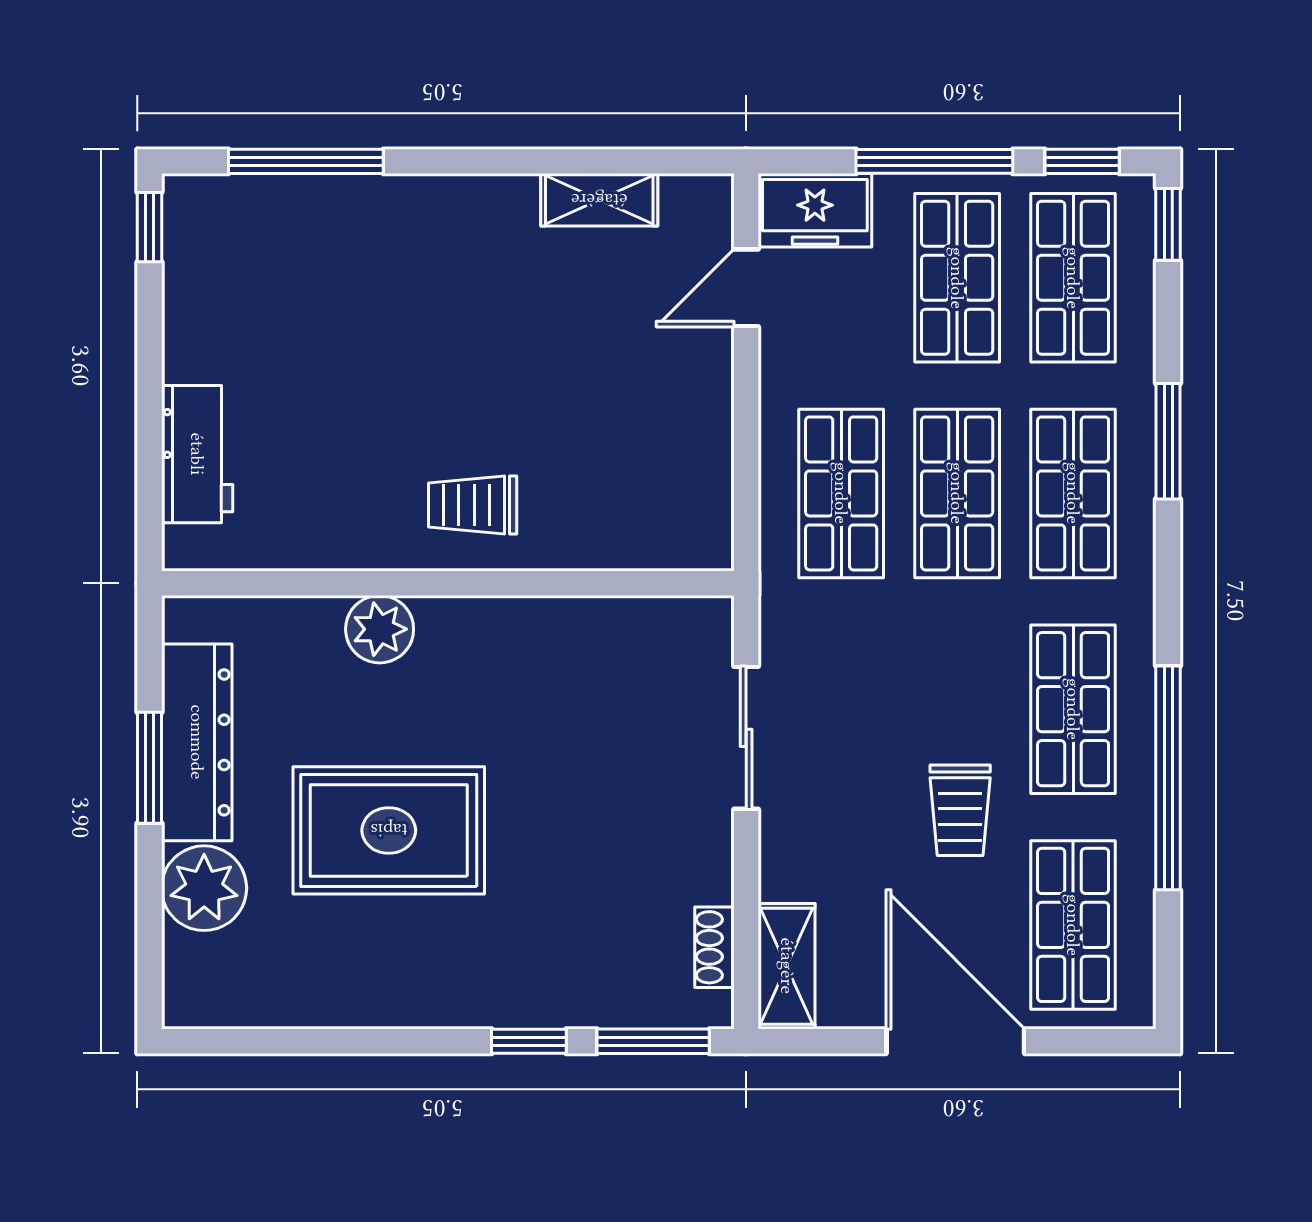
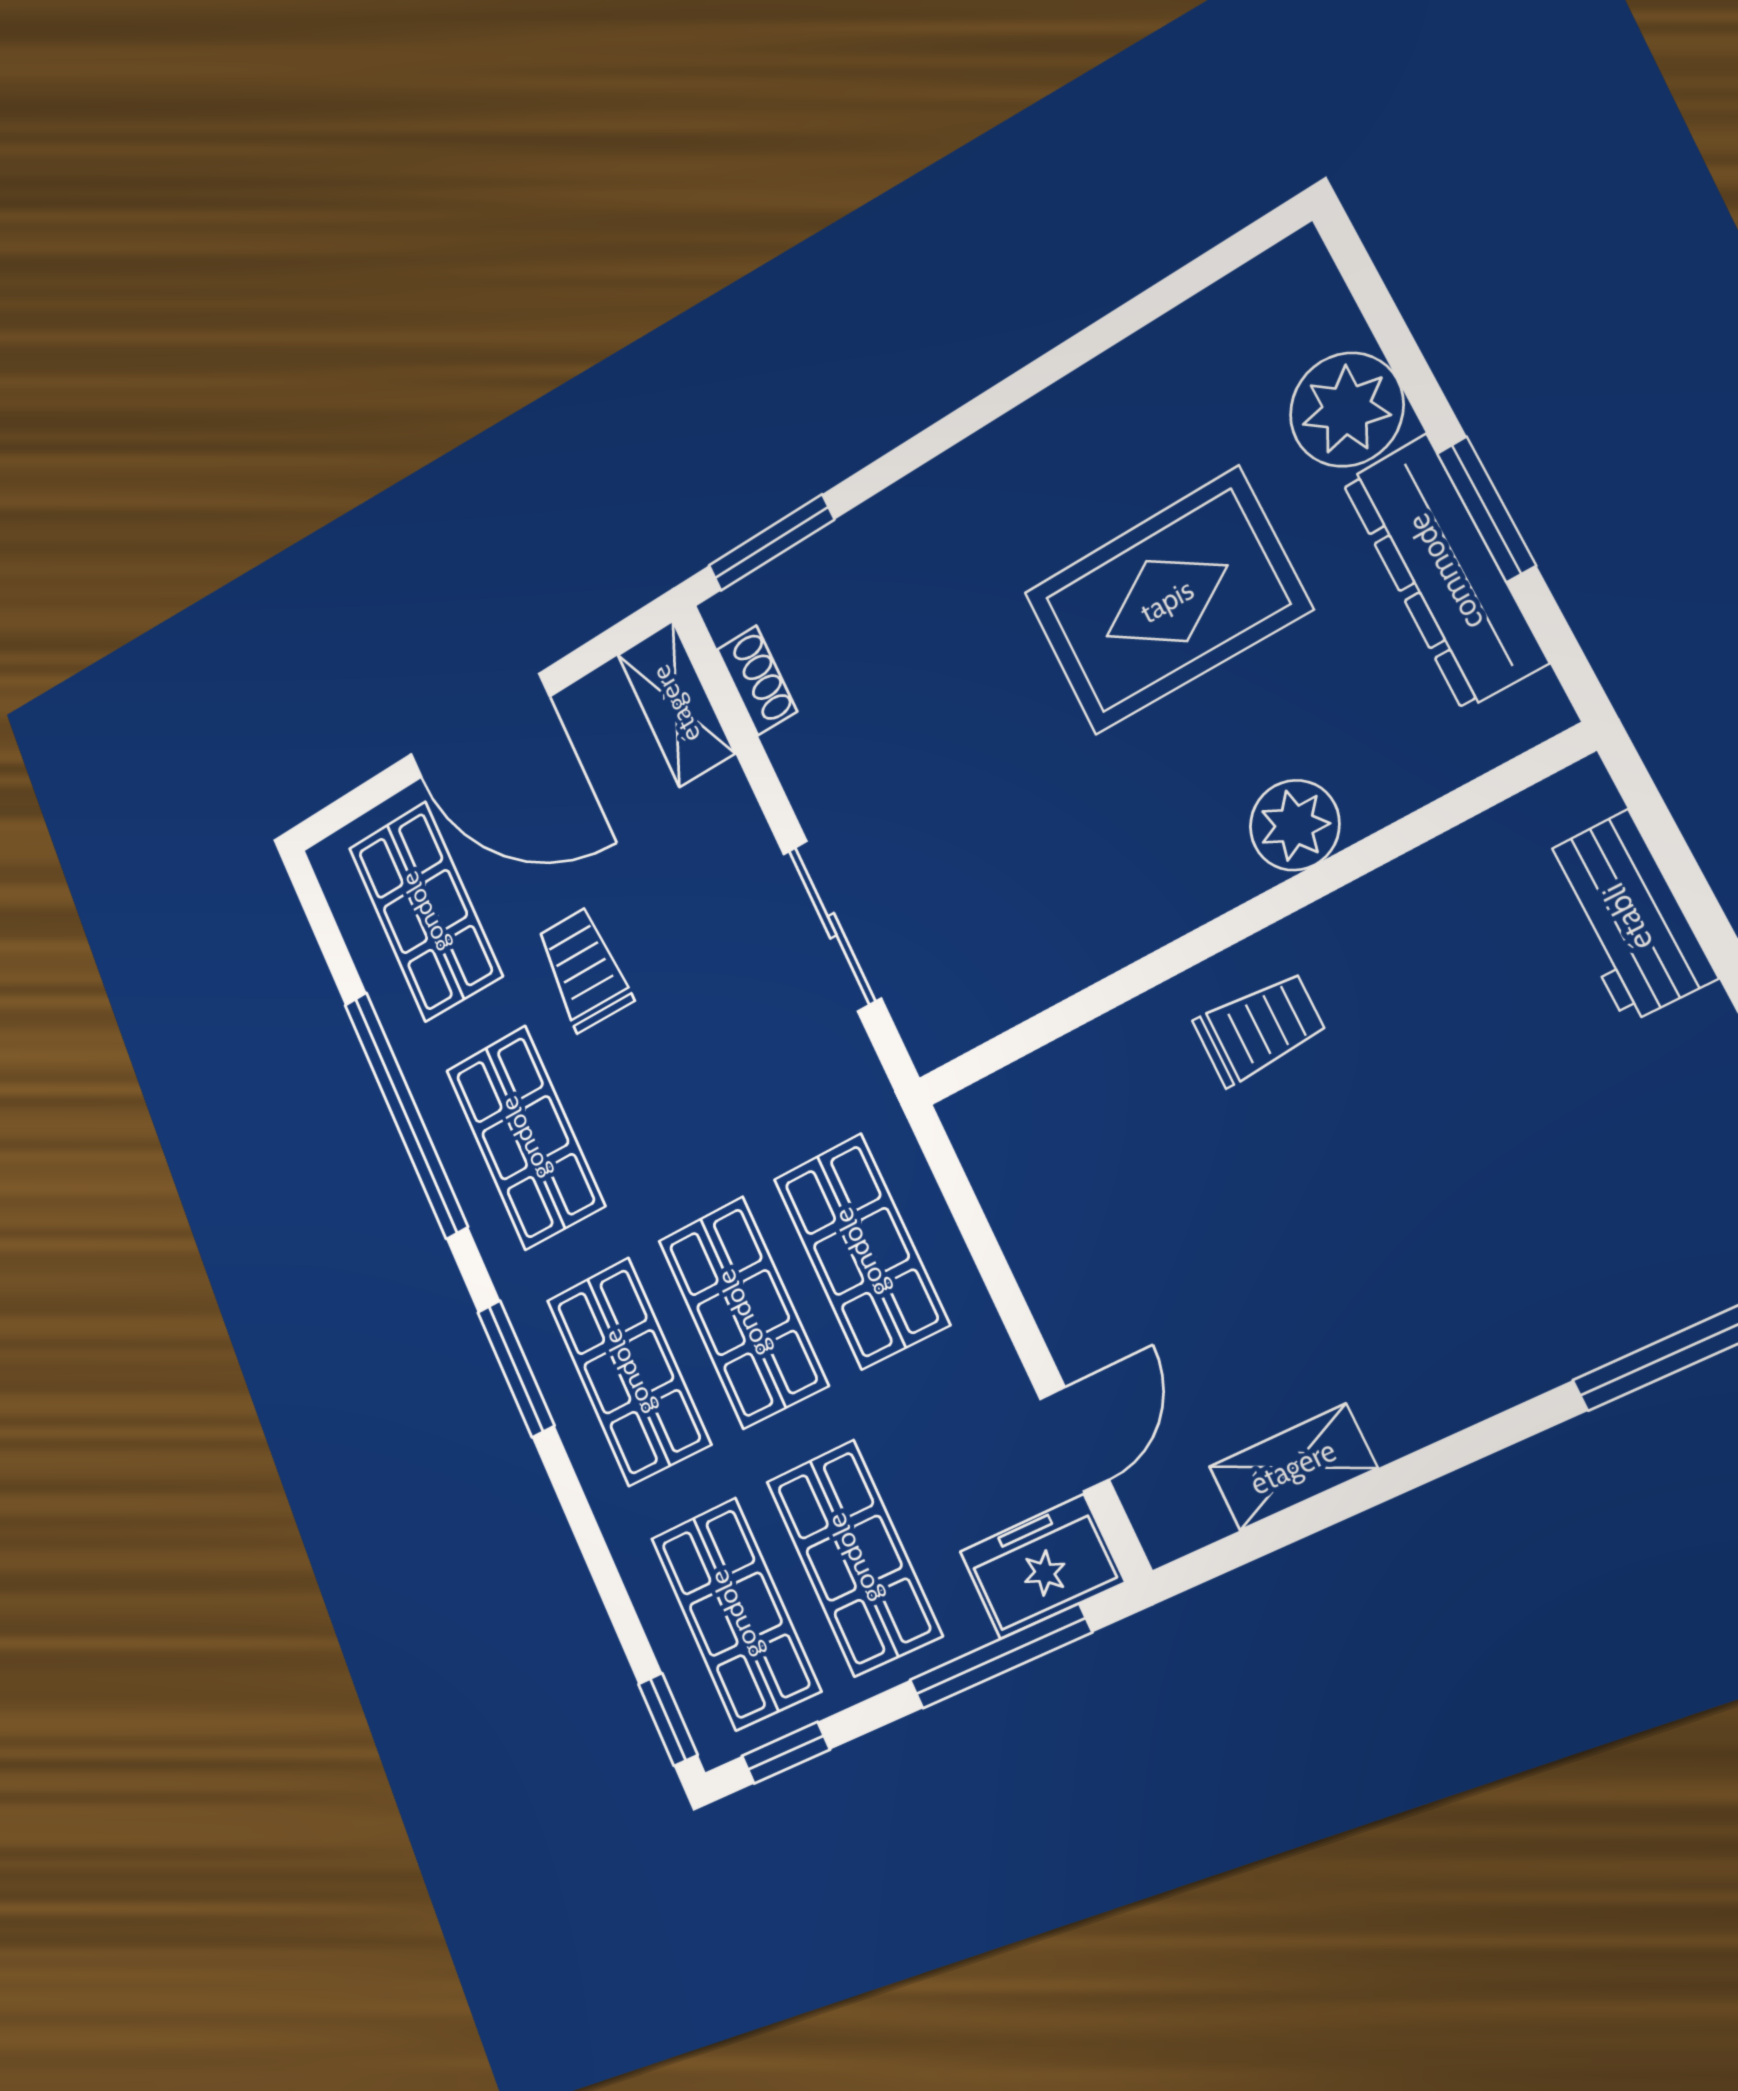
window: (934, 161) -> (1000, 1656), moved
window: (1168, 441) -> (516, 1369), moved
window: (529, 1041) -> (899, 463), removed

